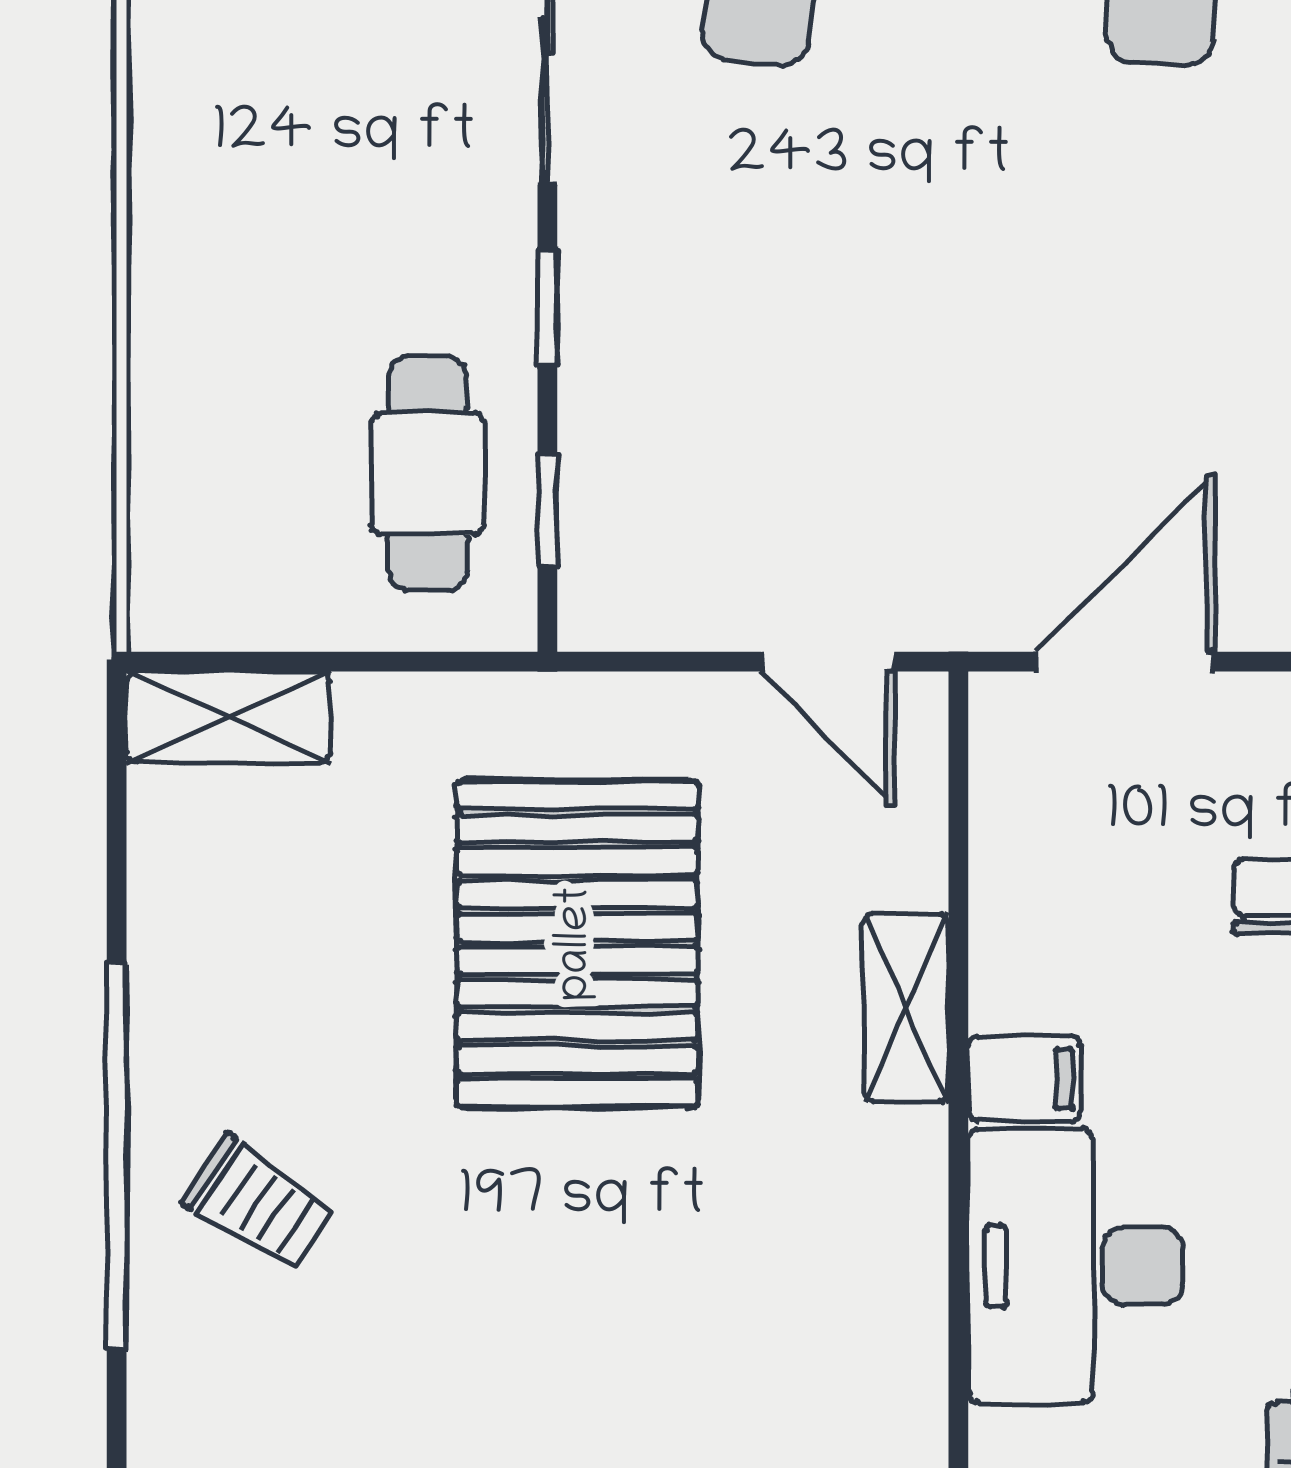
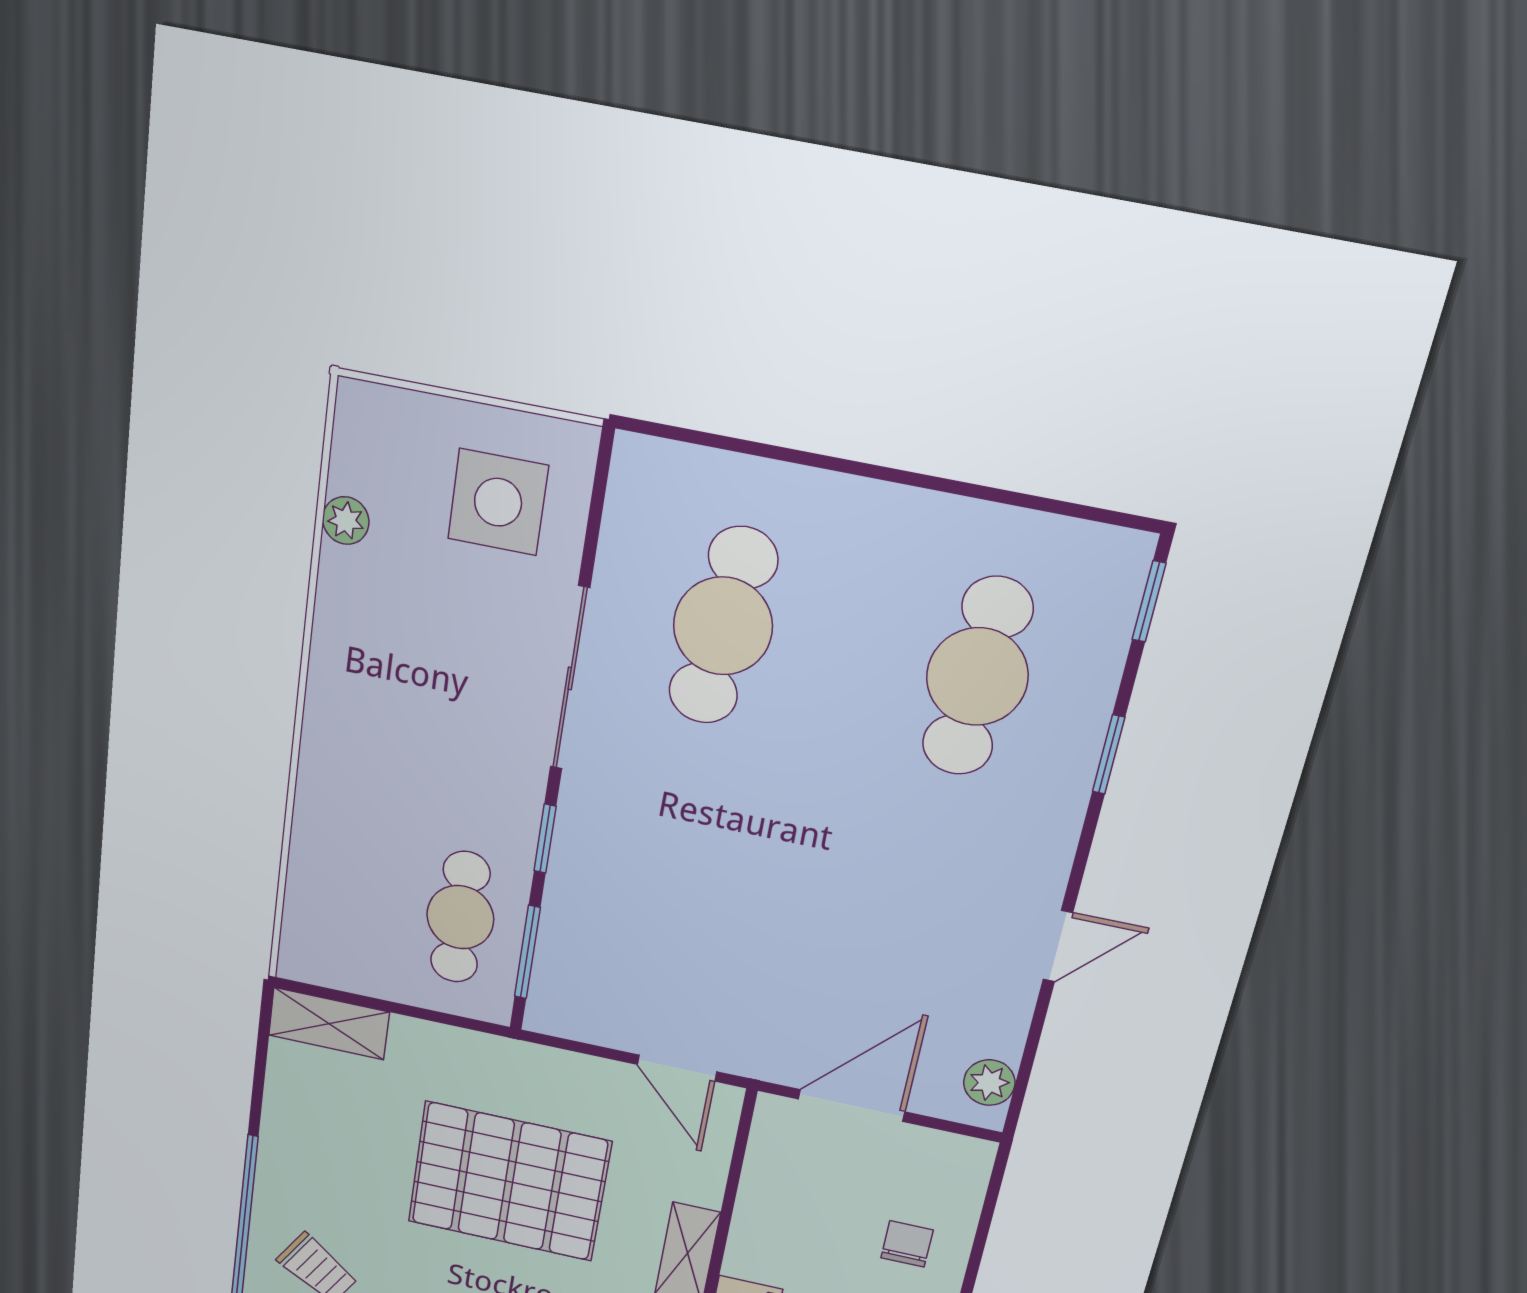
window: (547, 510) -> (527, 952), width x1.50
pallet: (577, 944) -> (509, 1182), turned 90

